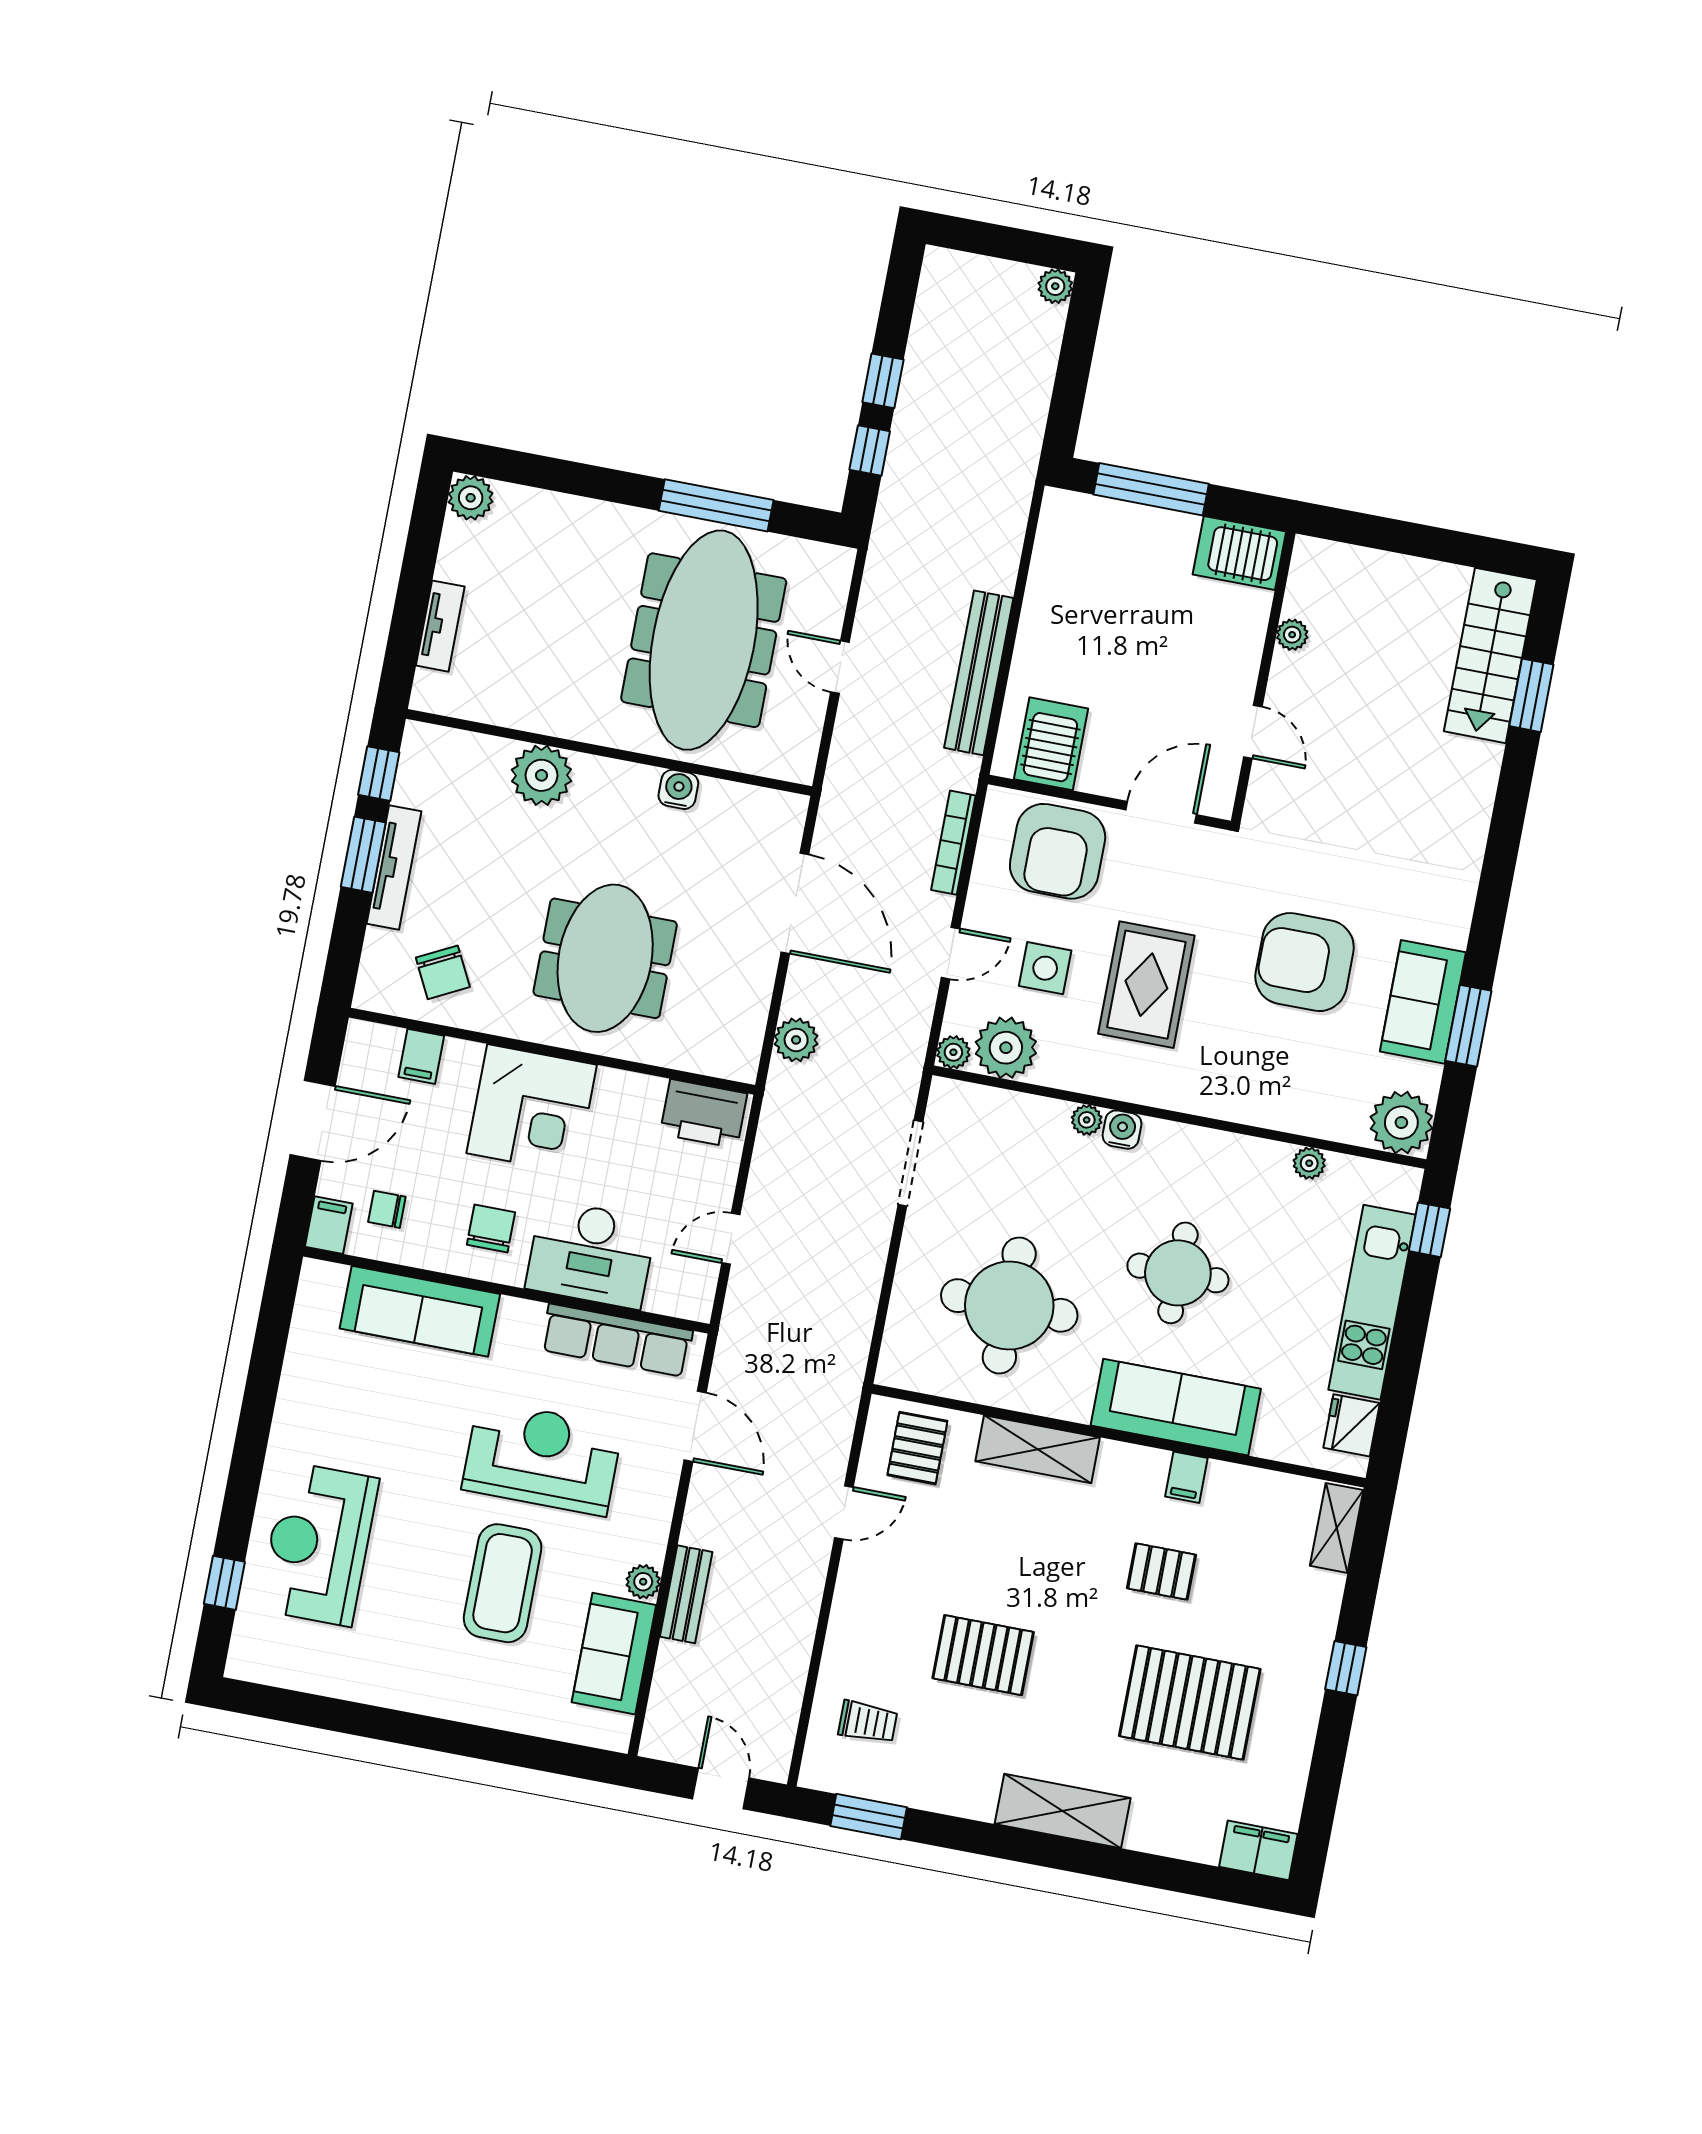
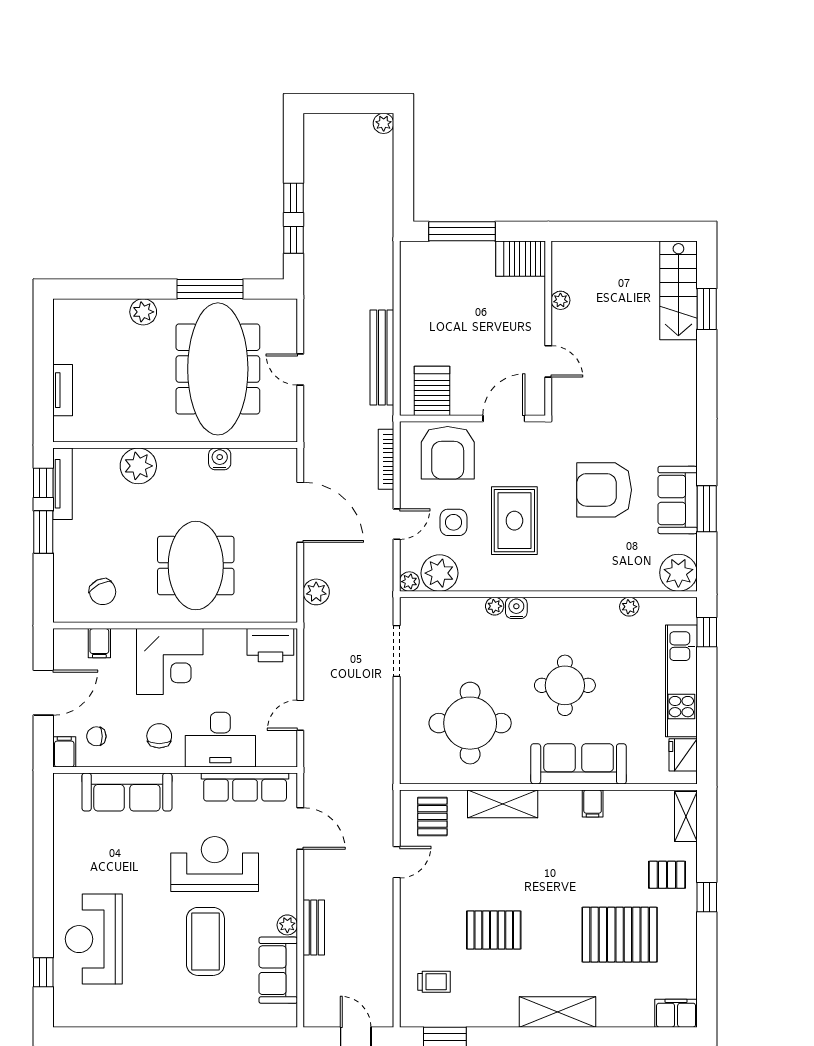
plant: (471, 498) -> (143, 312), moved
tv unit: (394, 867) -> (62, 484), moved
pallet: (1162, 1572) -> (667, 875), moved

